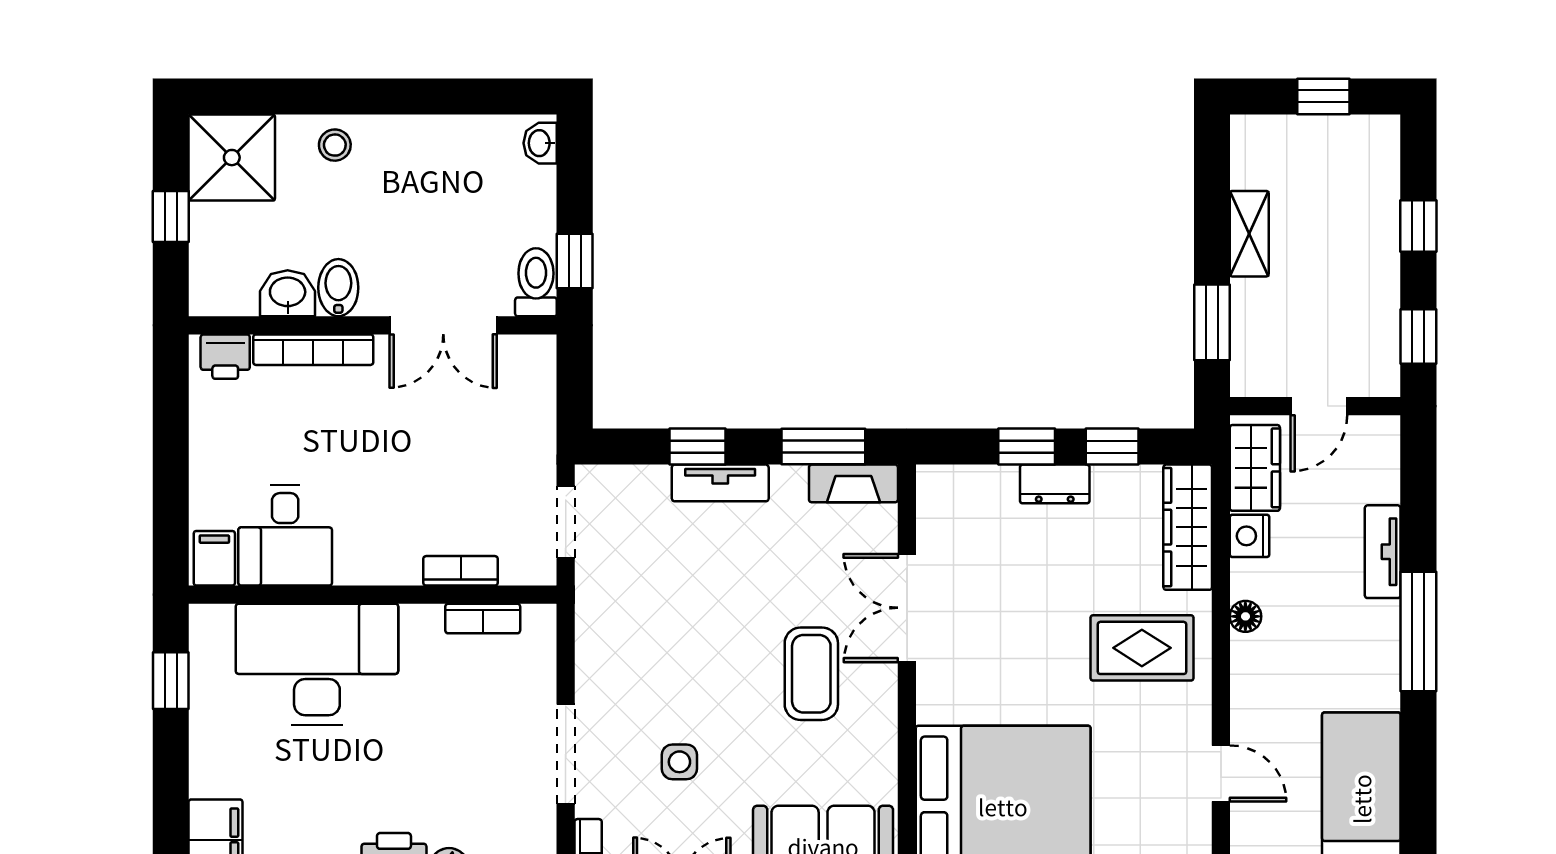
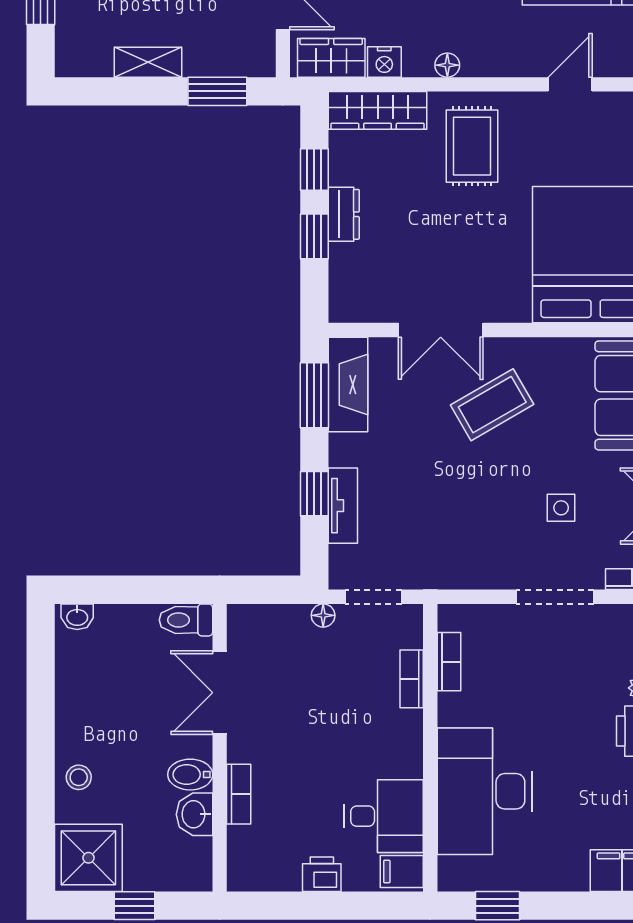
window: (575, 261) -> (169, 590), removed
double door: (443, 325) -> (220, 693), swing flipped
bookcase: (313, 350) -> (239, 794), width x0.64
printer: (225, 357) -> (322, 874), moved, turned -90
floor lamp: (542, 458) -> (323, 615), added
tv unit: (720, 483) -> (343, 506), moved
fireplace: (853, 483) -> (348, 385), width x1.37, depth x1.32
coffee table: (811, 674) -> (492, 405), turned -30

